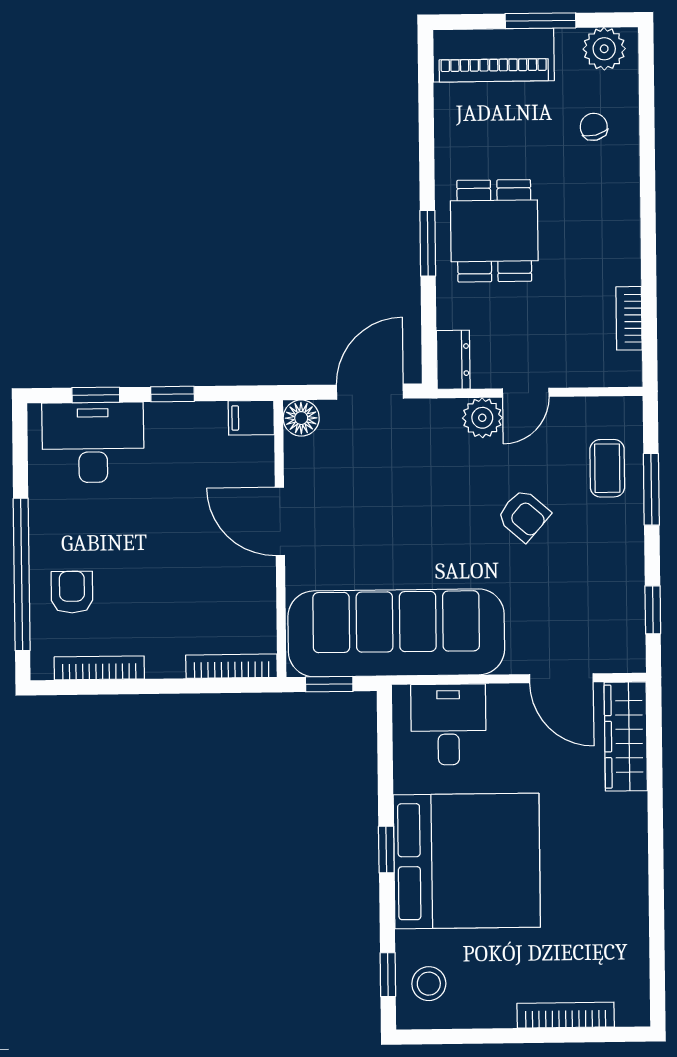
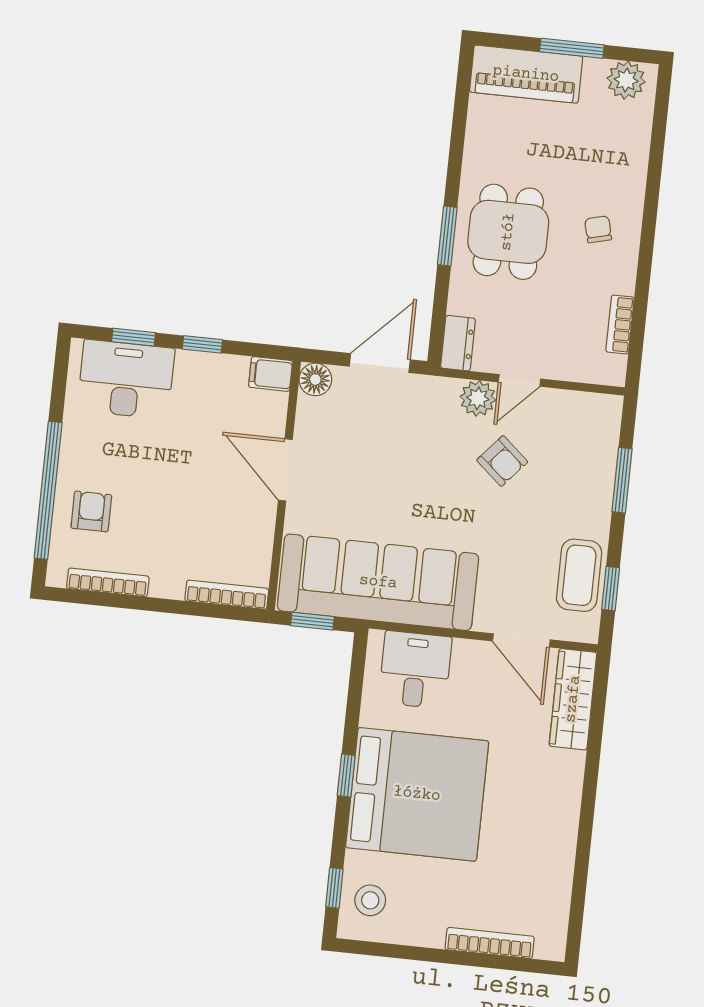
chair: (594, 127) -> (598, 229), moved
coffee table: (607, 468) -> (579, 575), moved, width x1.36, depth x1.30
armchair: (524, 515) -> (502, 461), moved

